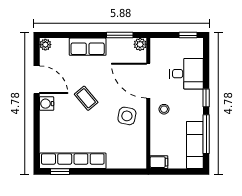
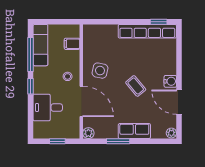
window: (120, 35) -> (118, 141), moved
window: (188, 35) -> (57, 141), moved
filing cabinet: (159, 162) -> (72, 44), moved

